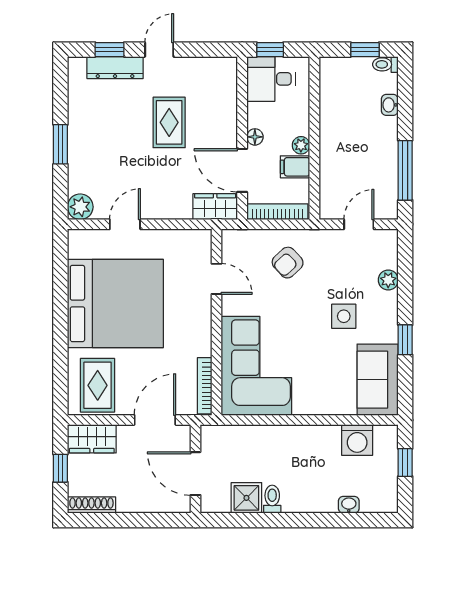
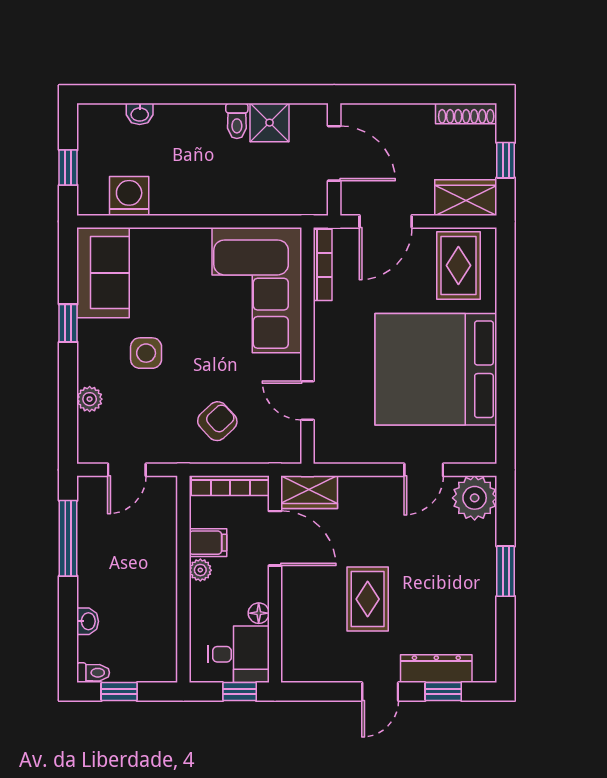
floor lamp: (255, 137) -> (259, 613), moved
plant: (80, 207) -> (475, 498), width x1.36, depth x1.36

